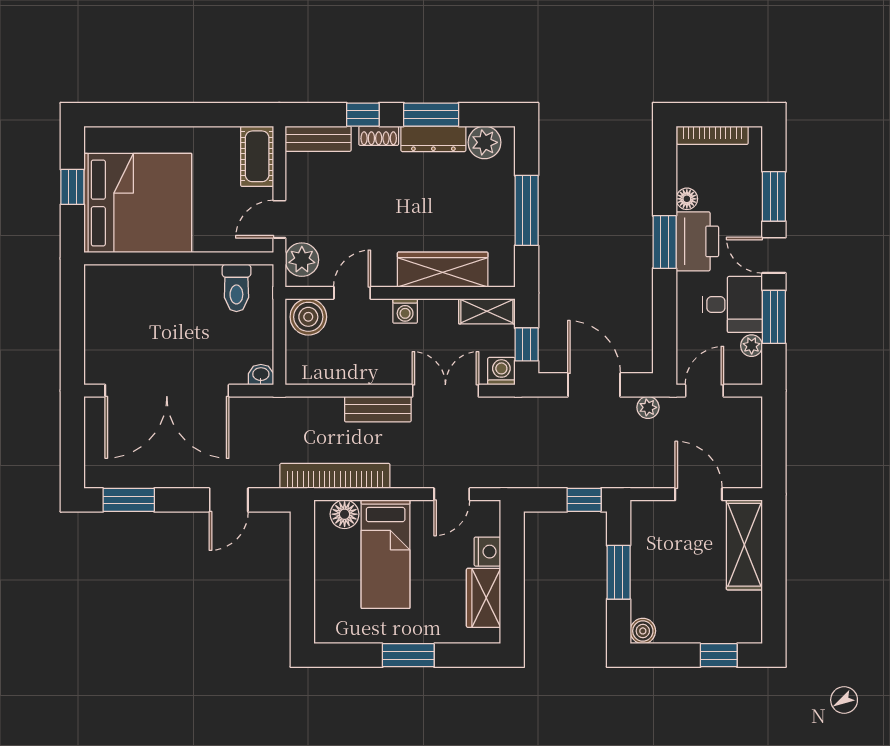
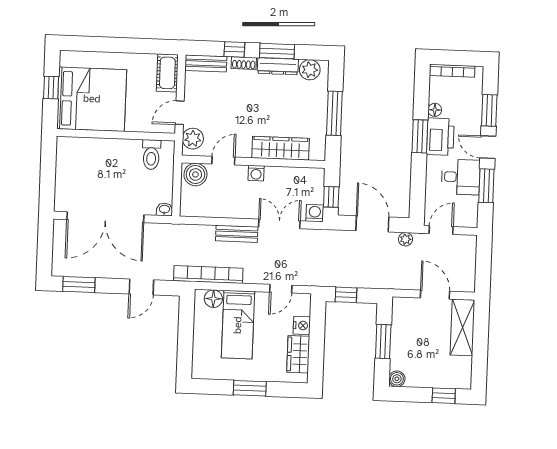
shelving: (487, 311) -> (307, 175), removed
plant: (752, 346) -> (472, 203), removed
window: (584, 500) -> (346, 295), moved

